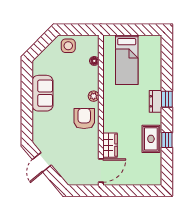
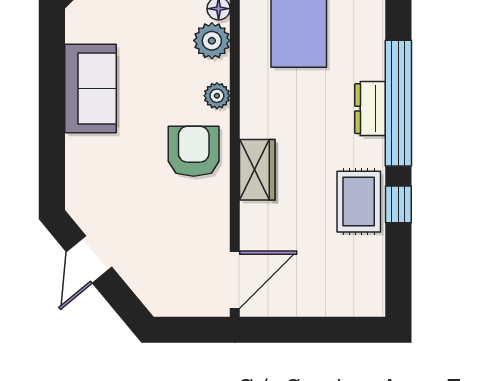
plant: (92, 74) -> (212, 41), added
window: (167, 99) -> (398, 103), width x3.17
wardrobe: (110, 145) -> (257, 170), moved

